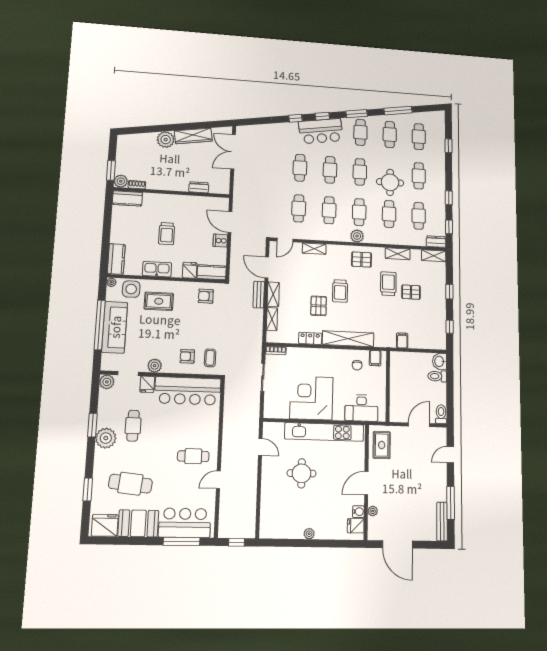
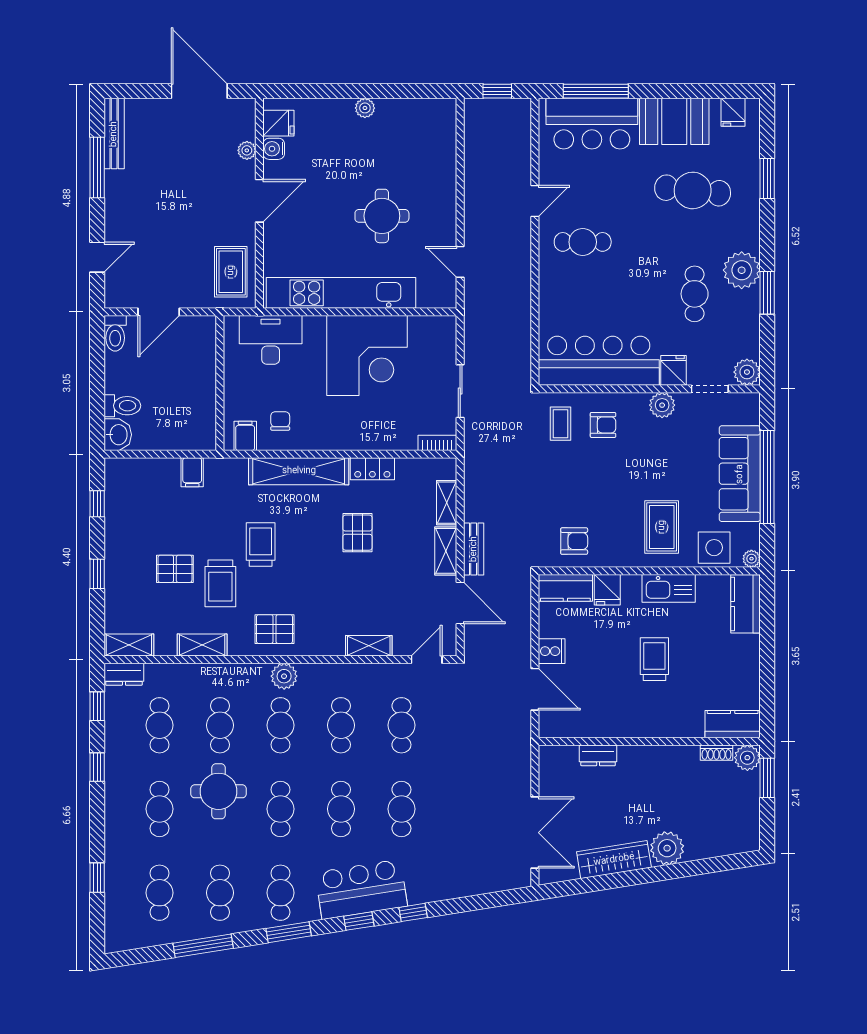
trolley: (340, 291) -> (261, 544), moved
rug: (159, 301) -> (662, 527), turned 90
fridge: (105, 525) -> (733, 112), width x0.53, depth x0.75

